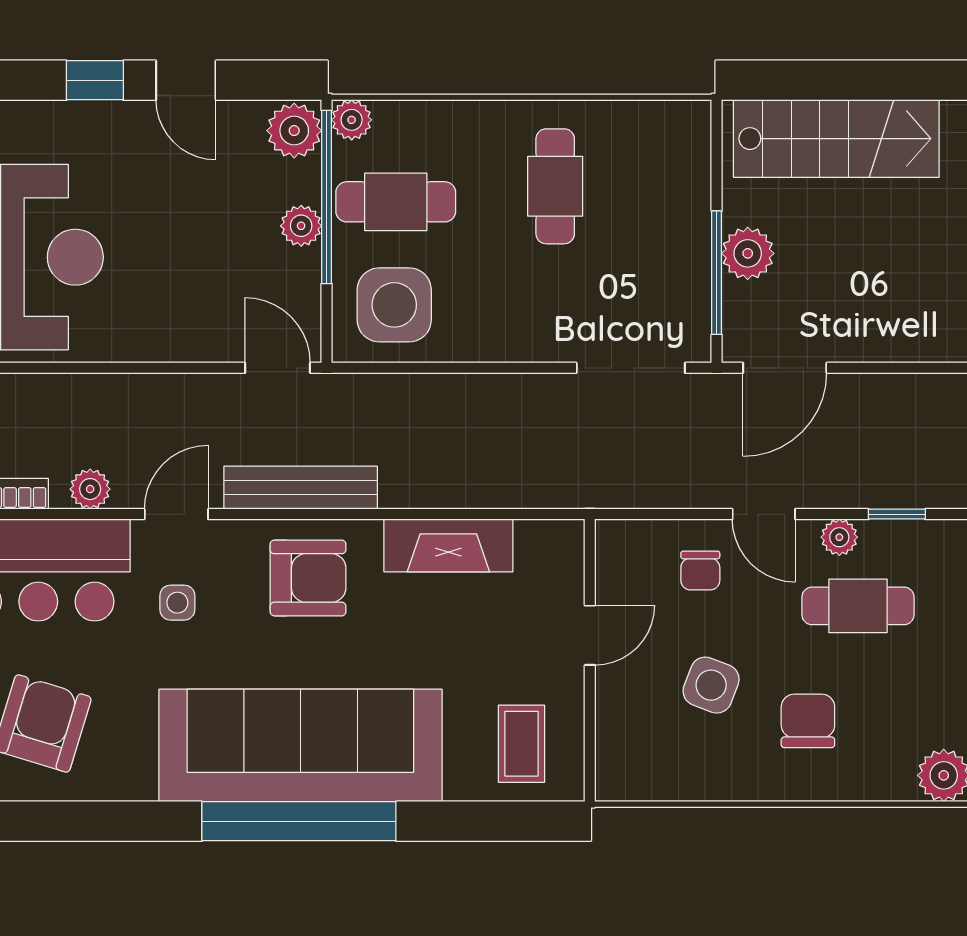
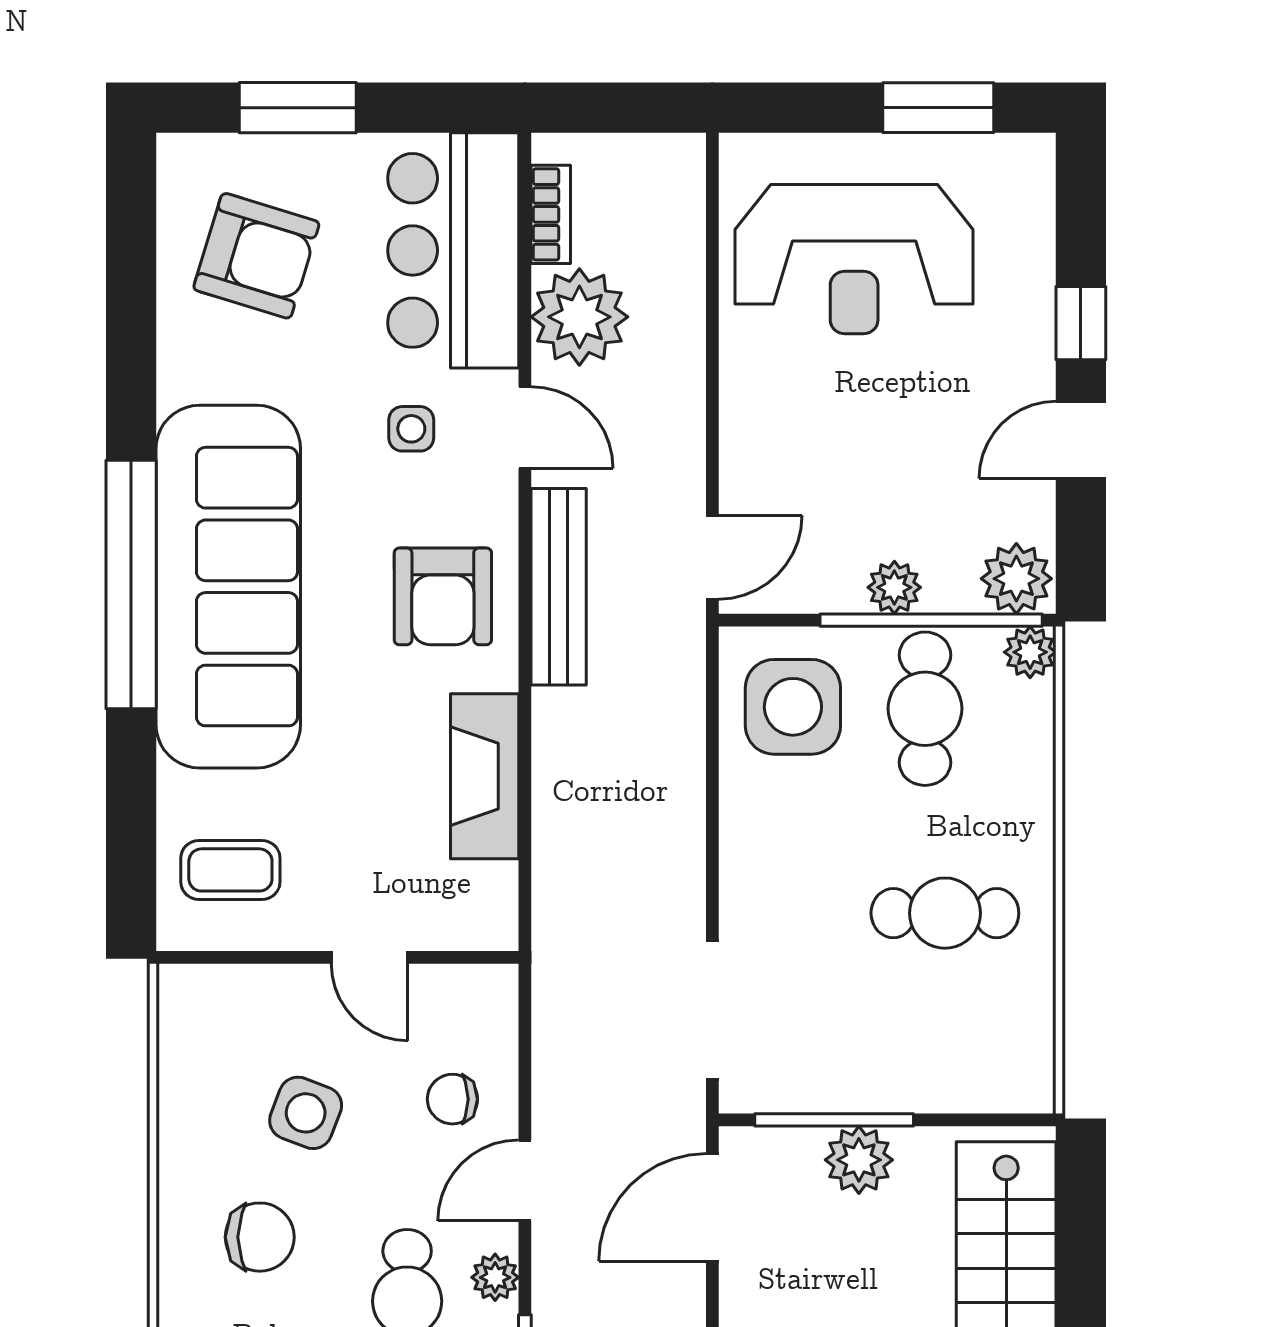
door: (785, 368) -> (712, 1207), hinge flipped
plant: (90, 489) -> (579, 317), width x1.88, depth x1.88

